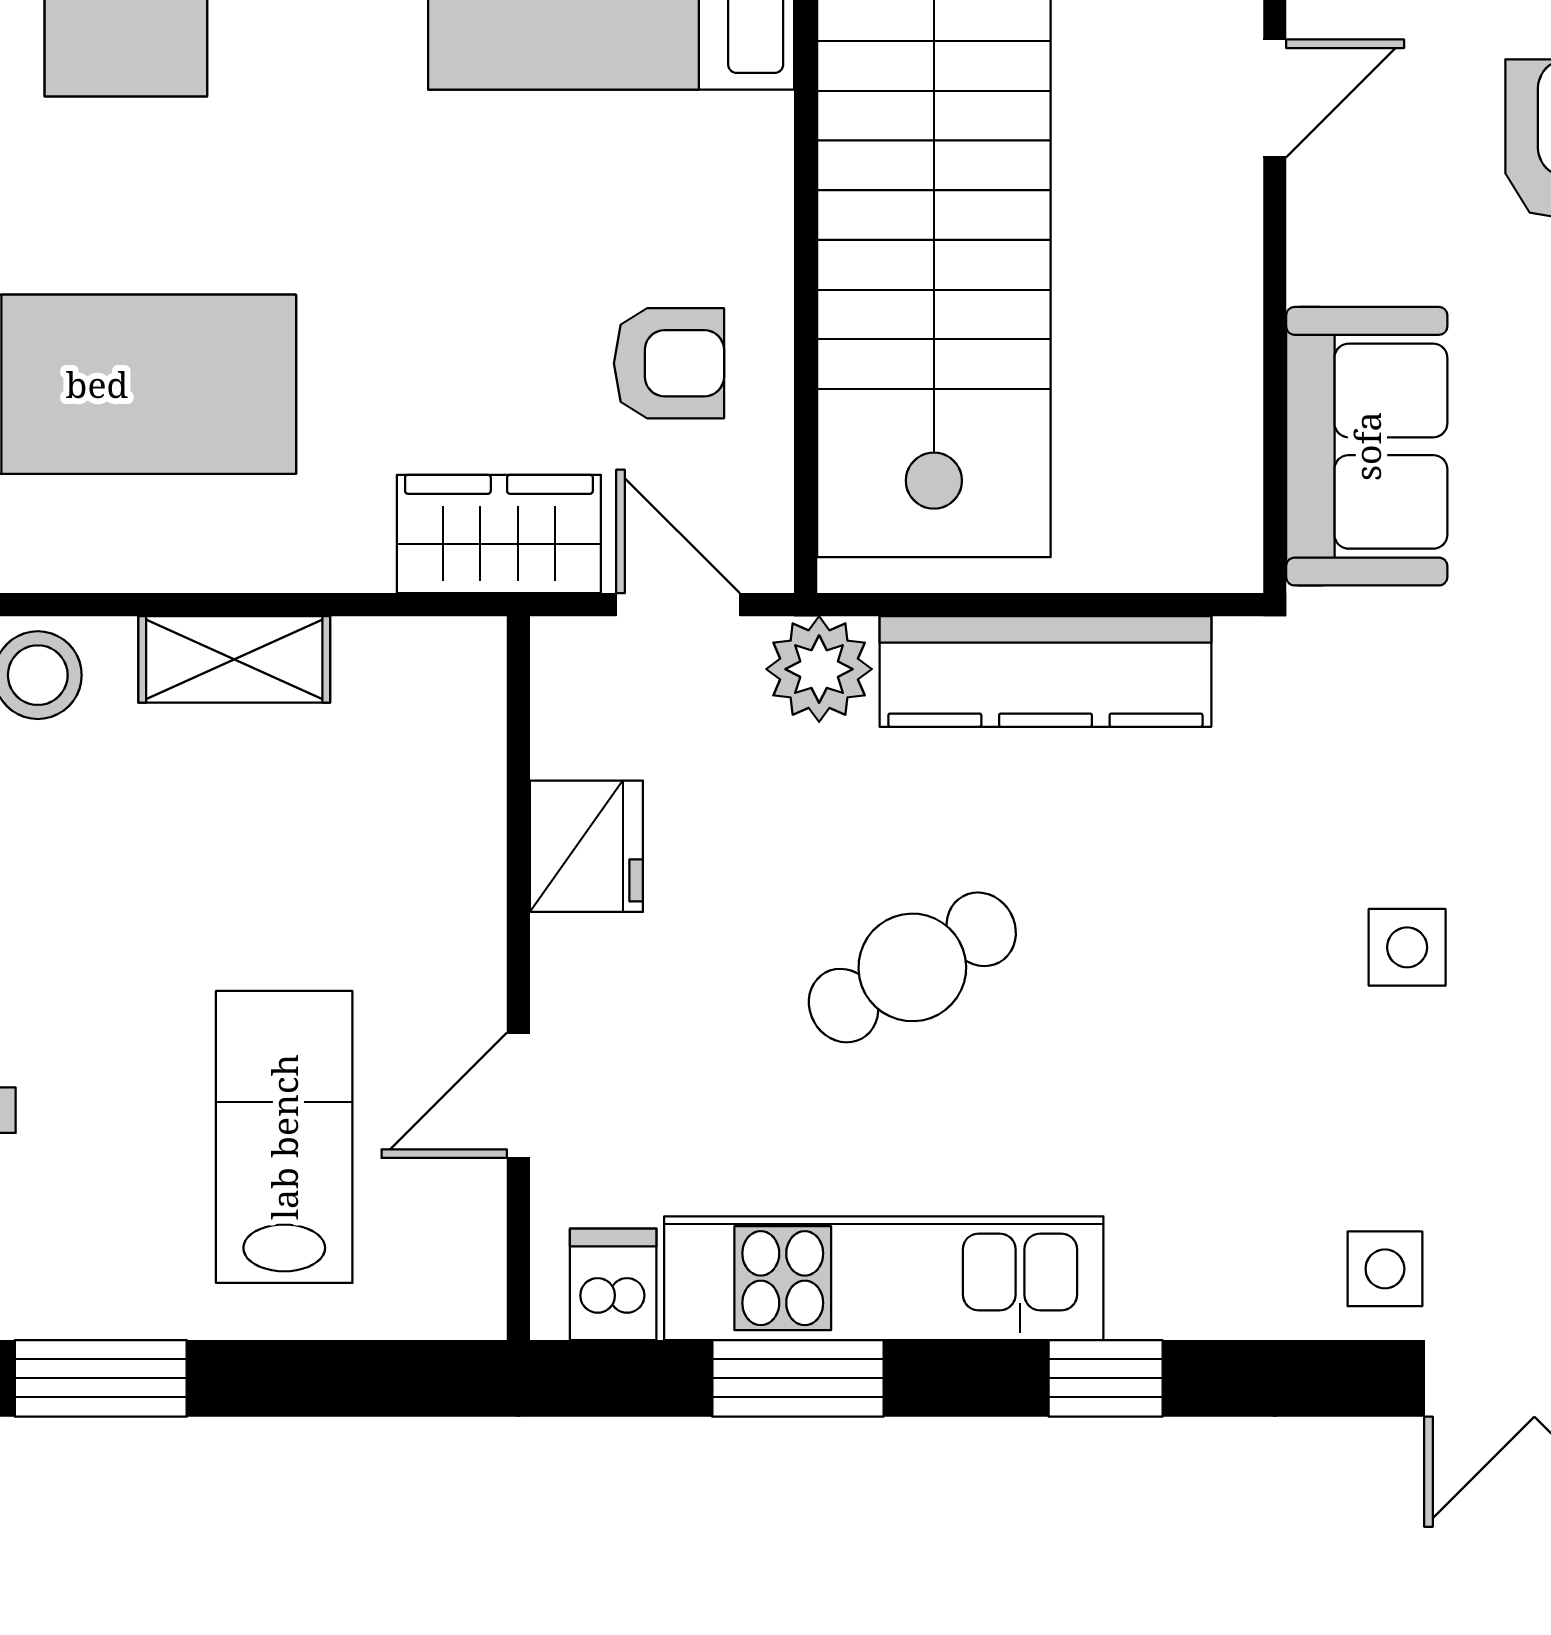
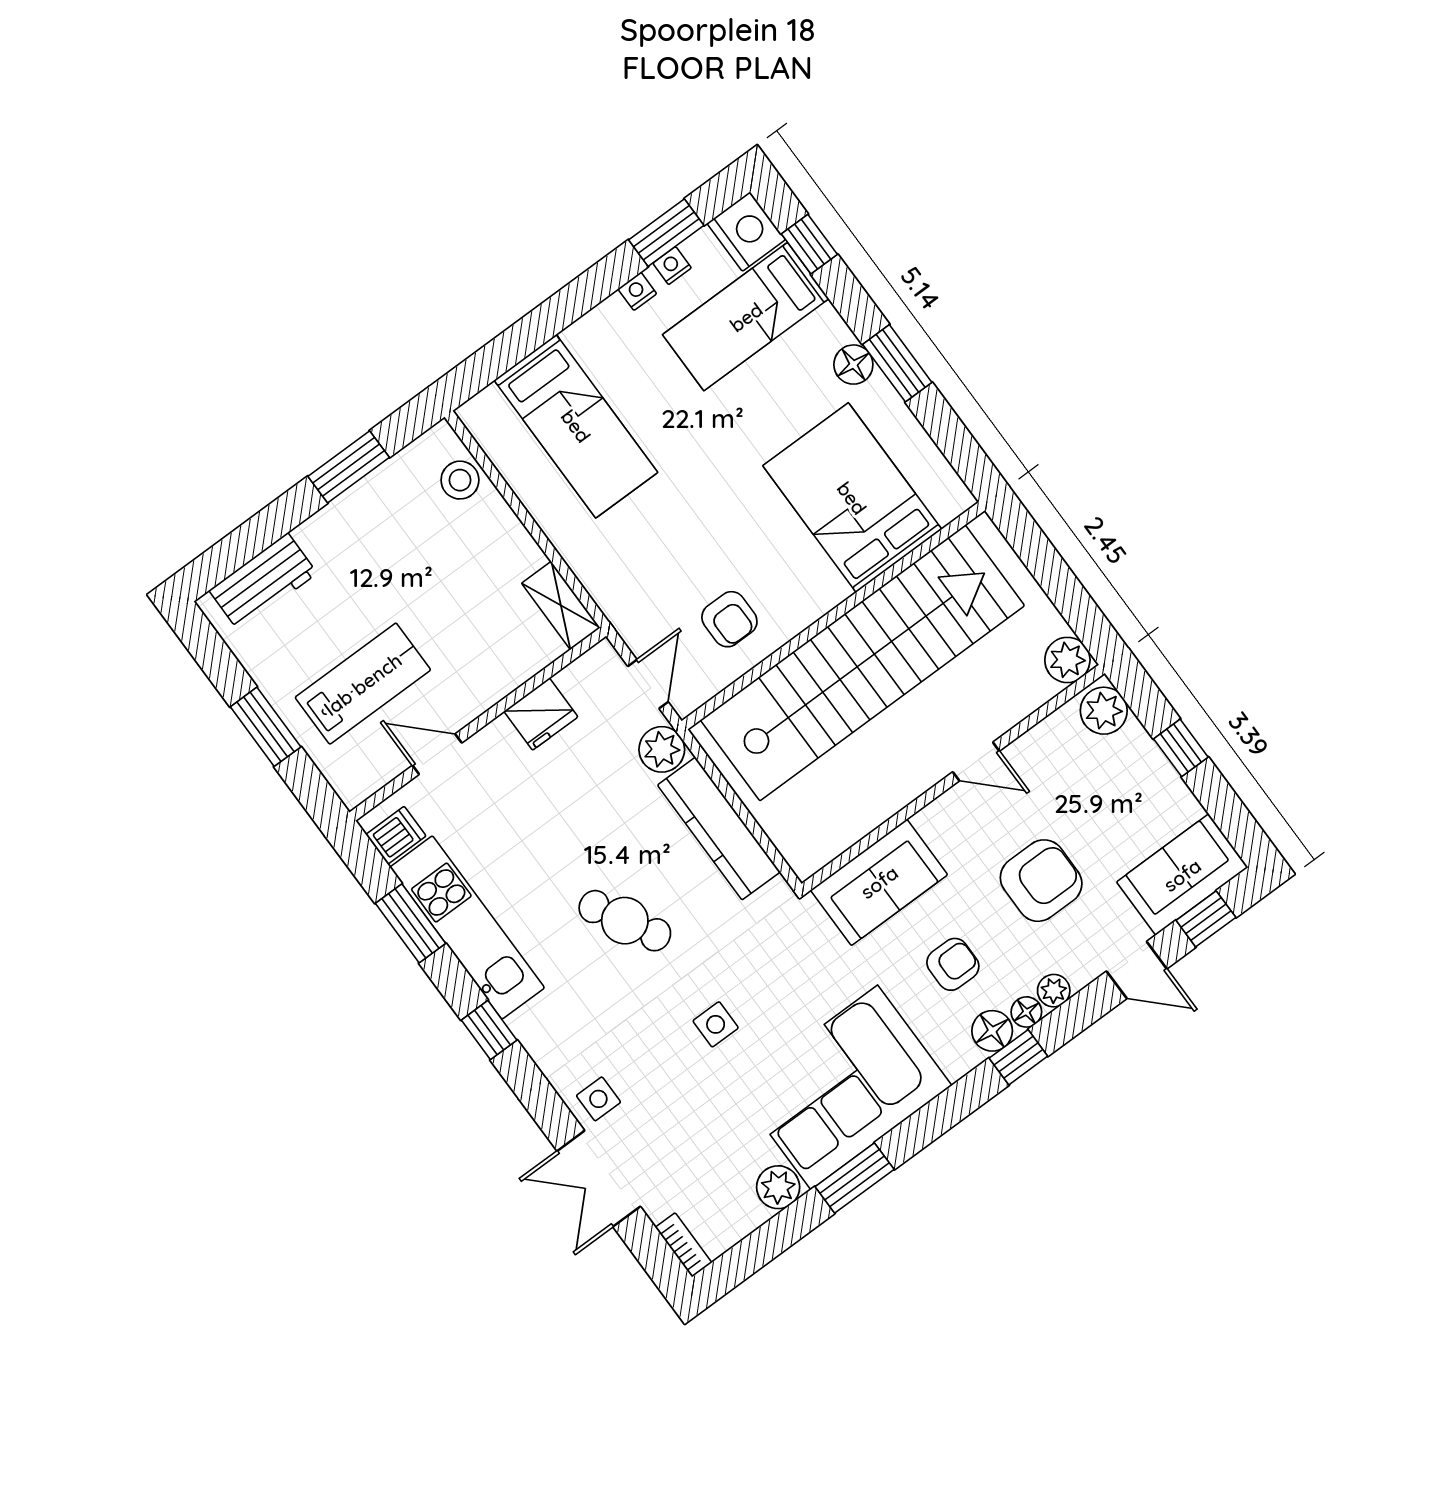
wardrobe: (499, 534) -> (627, 604), removed
shelving: (234, 659) -> (561, 605), moved
cafe table: (912, 967) -> (625, 921), moved
window: (101, 1378) -> (266, 727), moved

